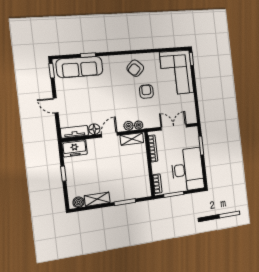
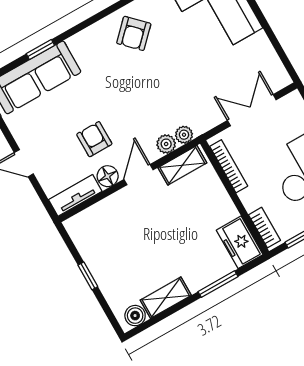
armchair: (146, 92) -> (94, 139), moved
freezer: (75, 148) -> (240, 242), moved, turned 90

